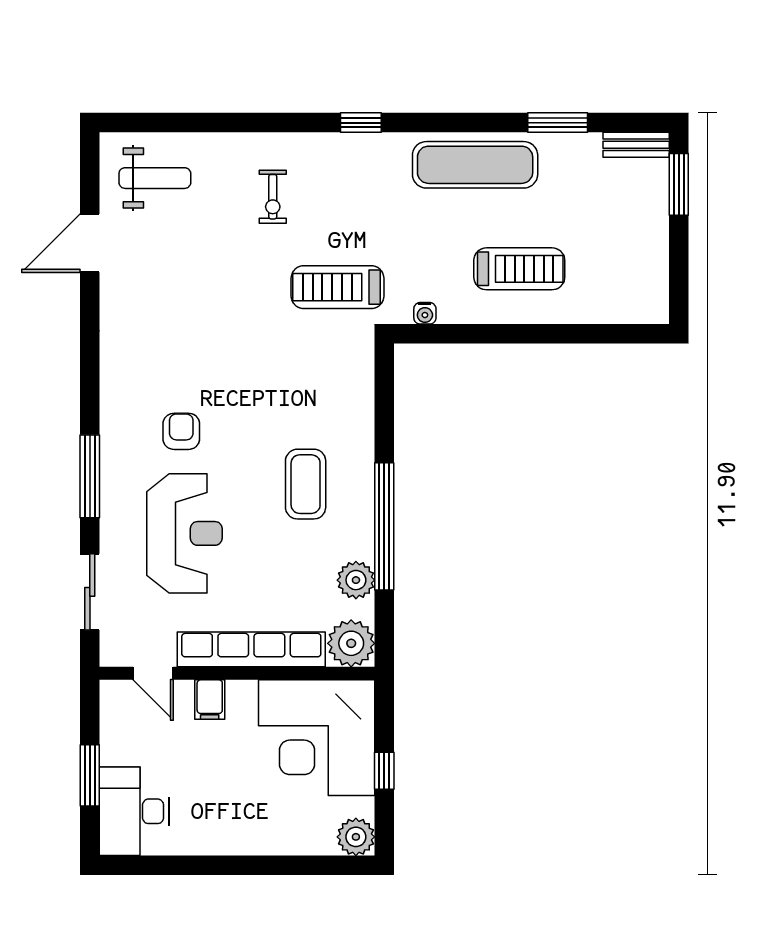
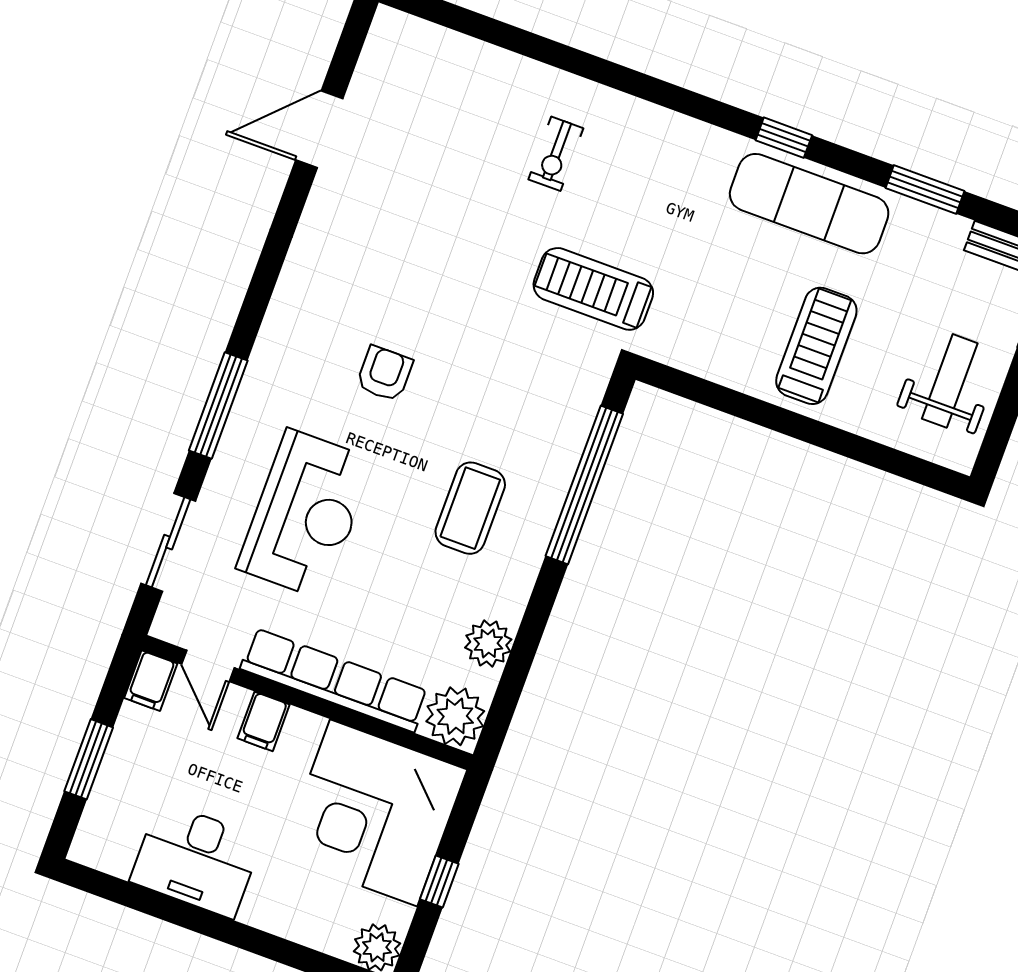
window: (361, 123) -> (784, 138), moved
weight bench: (155, 178) -> (950, 381), moved, turned -90
treadmill: (519, 269) -> (816, 346), turned -90
water cooler: (425, 313) -> (685, 358), removed
armchair: (181, 431) -> (385, 374), moved
window: (384, 526) -> (584, 485), moved
filing cabinet: (115, 700) -> (151, 681), added
desk: (134, 811) -> (196, 860), moved, turned -90

